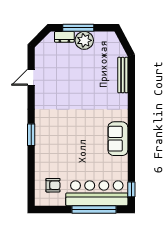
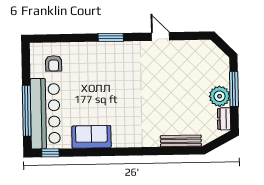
dresser: (64, 37) -> (224, 119), moved
door: (31, 77) -> (160, 37), moved
sofa: (118, 139) -> (91, 137), moved

